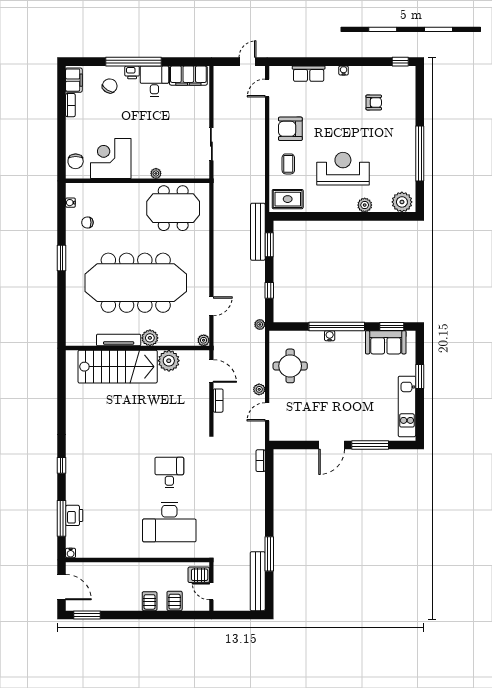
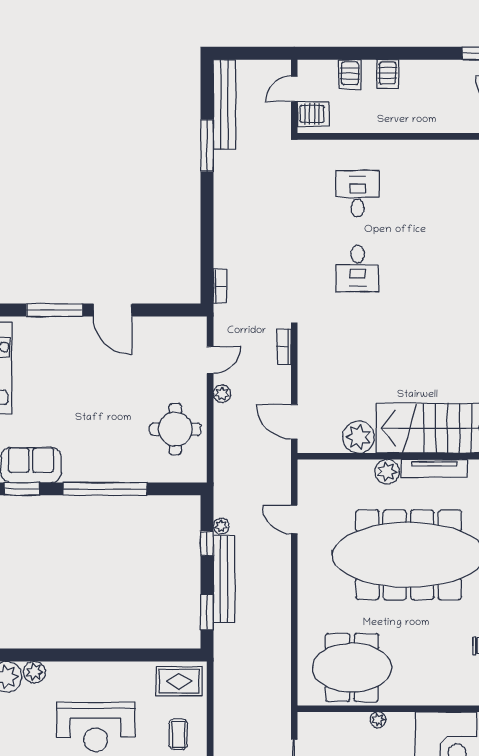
plant: (365, 205) -> (34, 672), moved
bench: (258, 232) -> (224, 579), moved
door: (211, 306) -> (294, 519), hinge flipped
plant: (260, 324) -> (221, 526), moved
water cooler: (330, 336) -> (116, 475), removed
plant: (204, 340) -> (306, 468), removed
bookcase: (218, 401) -> (284, 347), moved
door: (332, 445) -> (113, 310), swing flipped
desk: (169, 522) -> (358, 194), width x0.53, depth x0.77
door: (211, 591) -> (294, 89), swing flipped

